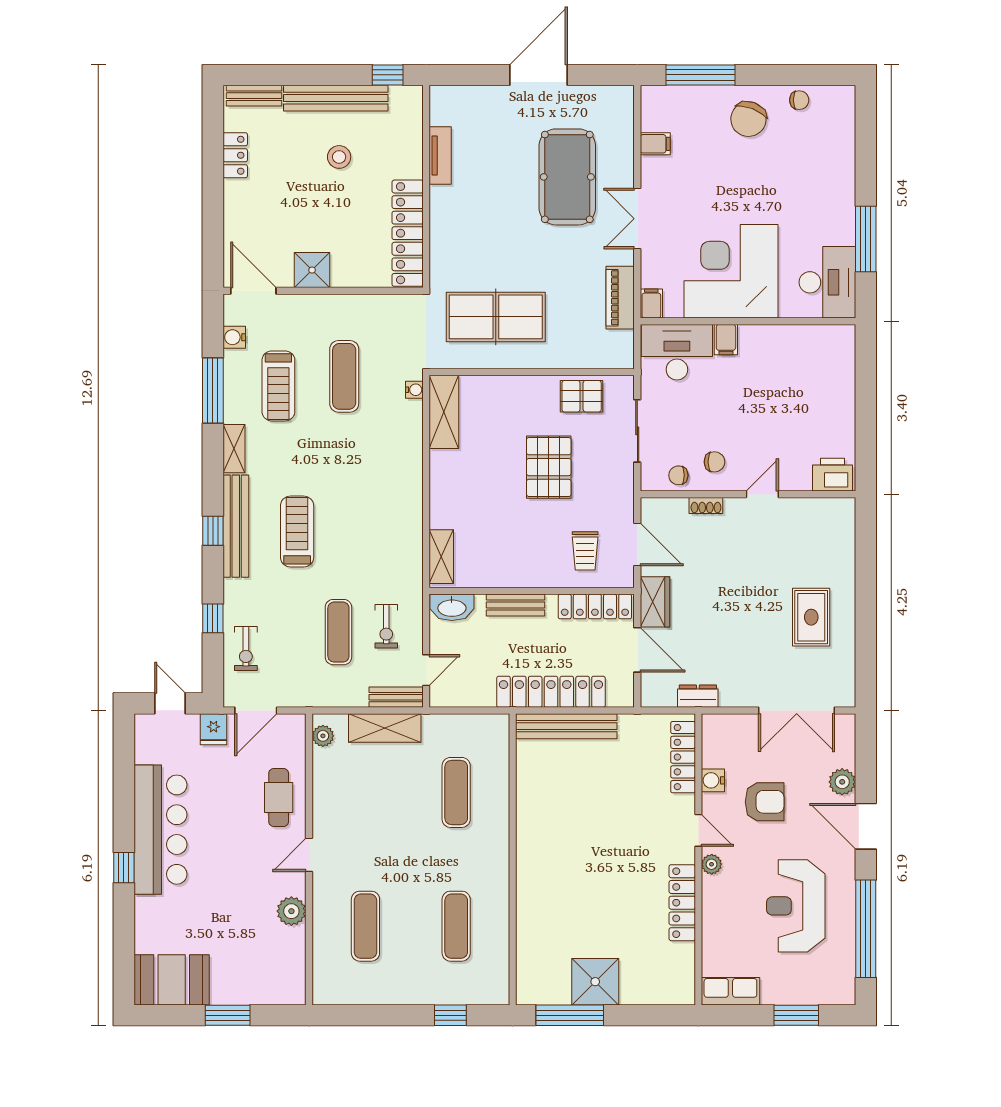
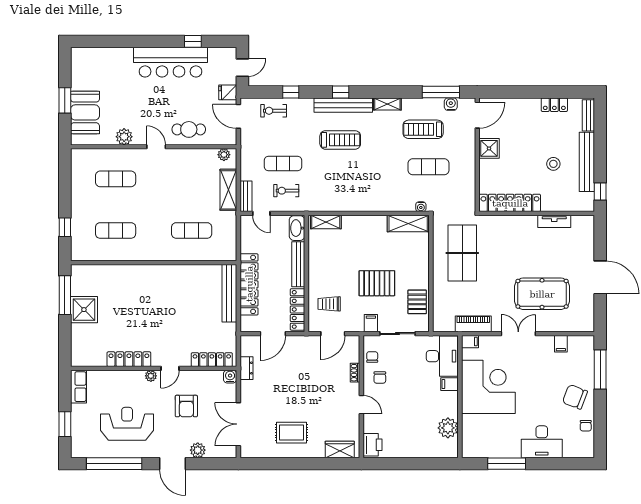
desk: (827, 282) -> (542, 442), moved
plant: (803, 342) -> (448, 428), added
window: (213, 390) -> (441, 92), moved
filing cabinet: (619, 478) -> (371, 323), added
wardrobe: (655, 602) -> (340, 449), moved, turned 180
bench: (515, 605) -> (298, 264), width x1.36
water cooler: (713, 780) -> (230, 377), moved
door: (866, 826) -> (172, 464), swing flipped
window: (124, 868) -> (193, 41), moved
booth: (172, 980) -> (85, 112), moved

